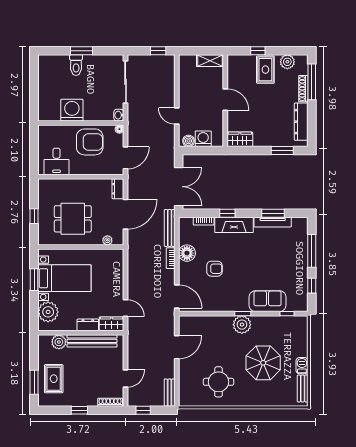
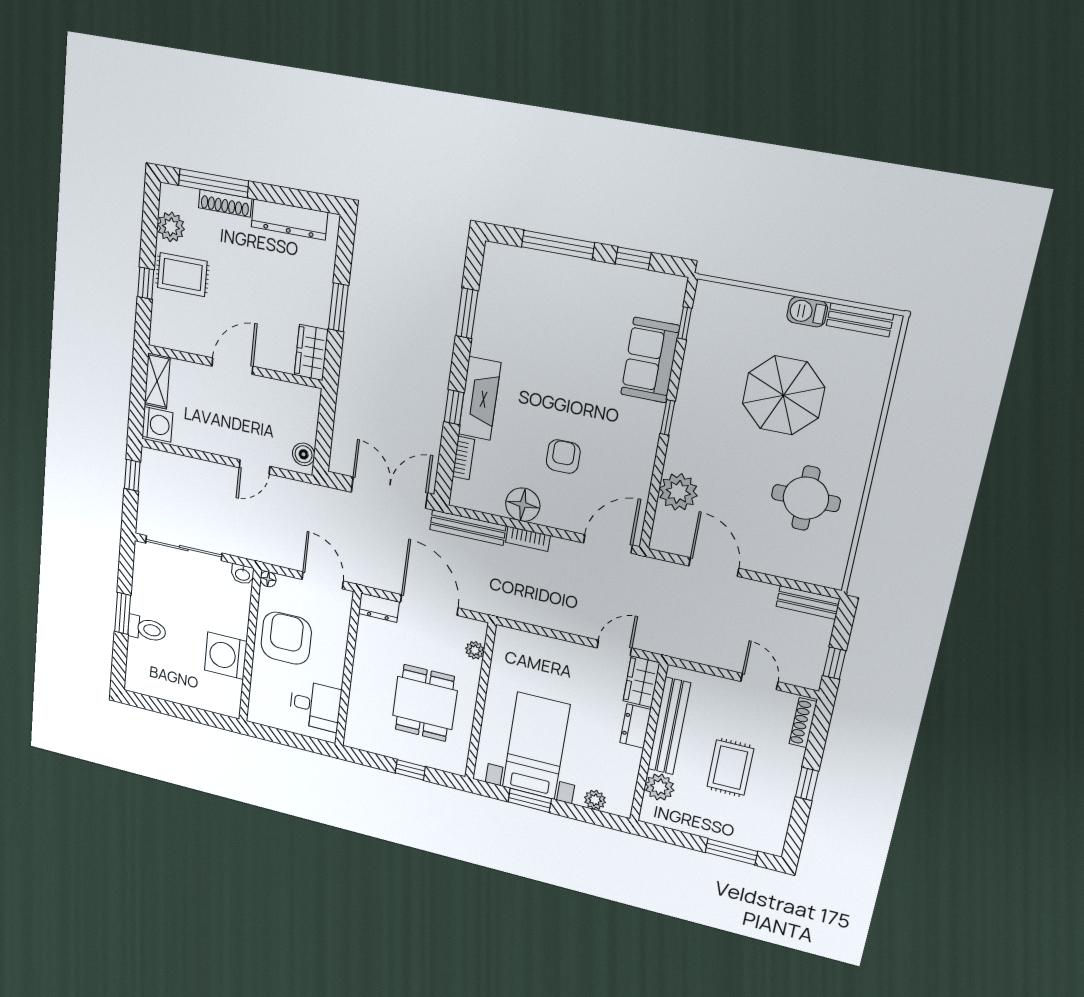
washing machine: (203, 139) -> (157, 424), moved, turned 180
window: (282, 150) -> (338, 307), moved
tv unit: (273, 222) -> (485, 317), removed
plant: (48, 312) -> (595, 800), width x0.53, depth x0.53
plant: (242, 325) -> (678, 492), moved
rug: (54, 379) -> (730, 768), moved, turned 90

